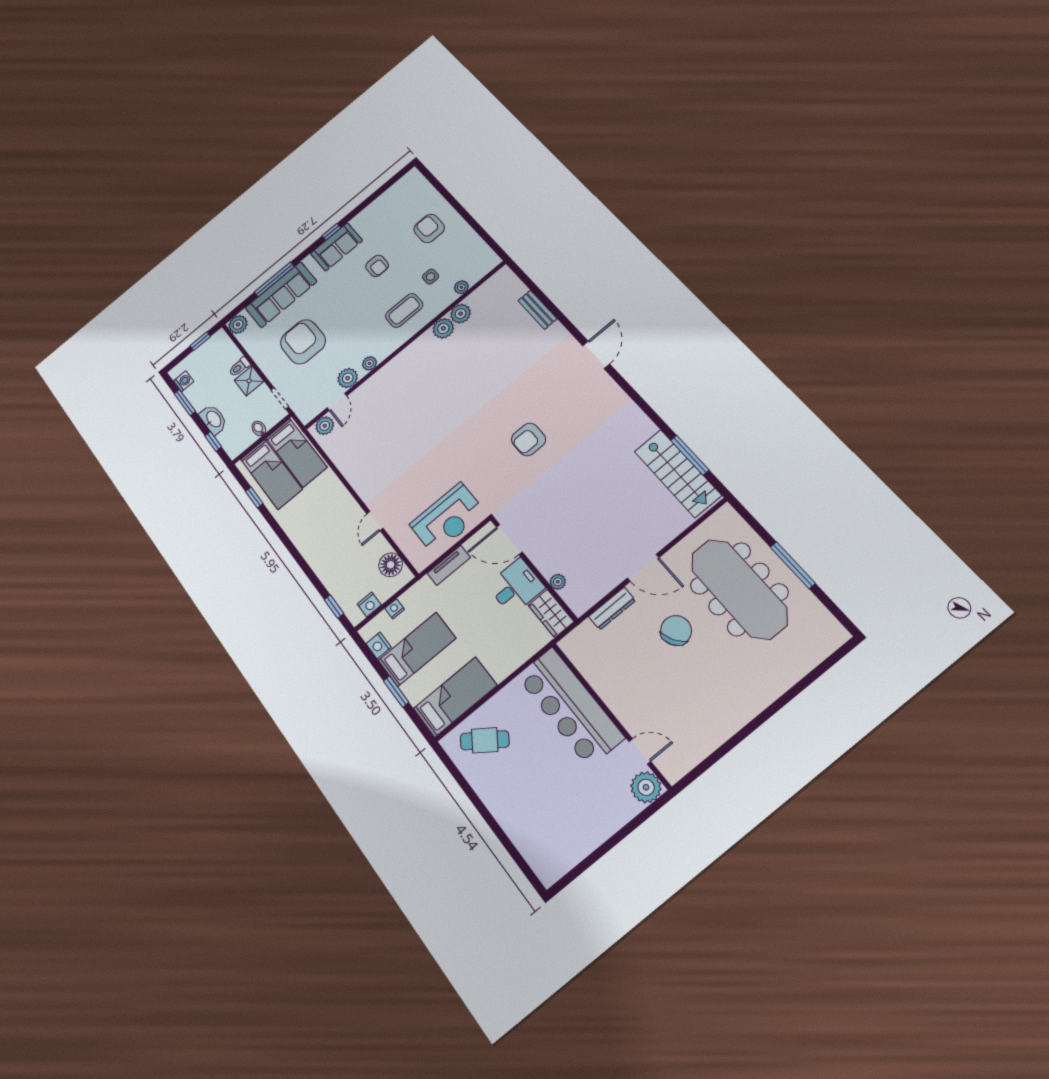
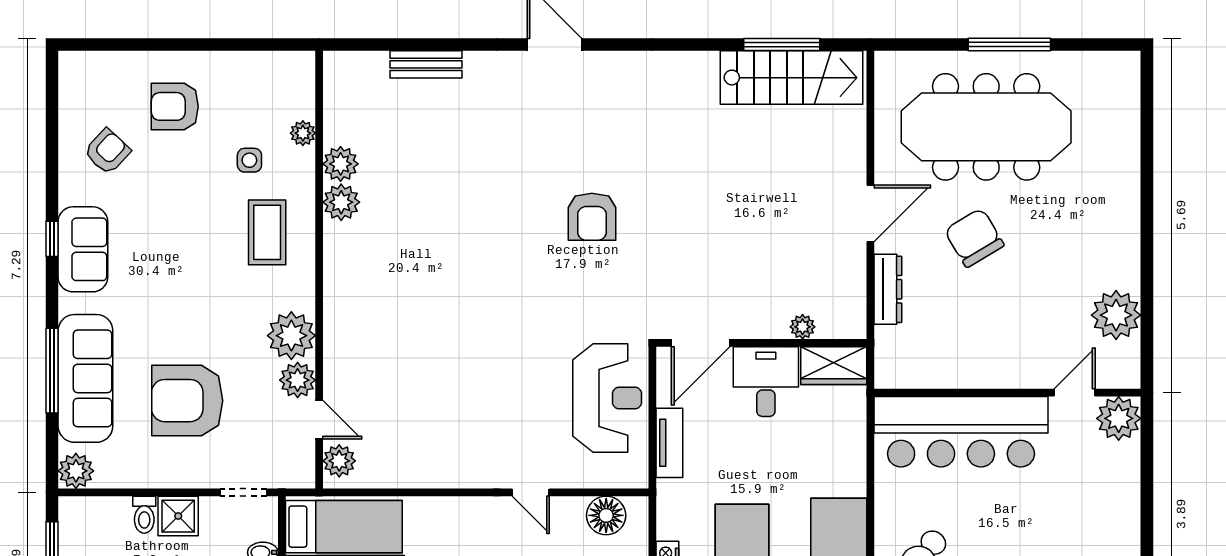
armchair: (377, 266) -> (107, 151), moved, turned -47
plant: (369, 363) -> (291, 336), width x1.87, depth x1.87
plant: (700, 740) -> (1116, 315), added

